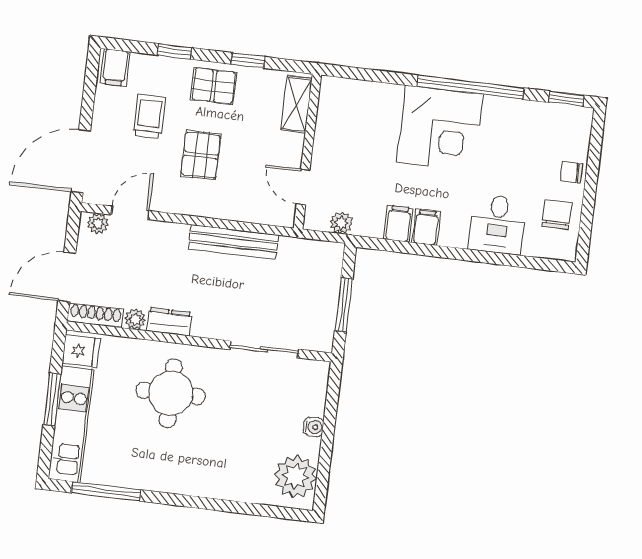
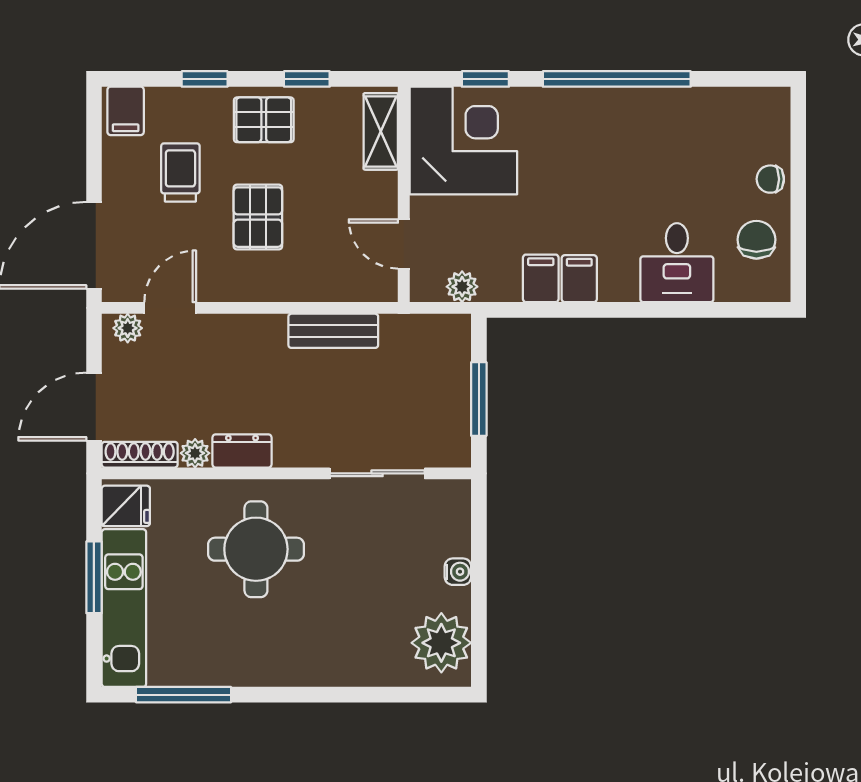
window: (566, 99) -> (485, 79), moved
corner desk: (440, 128) -> (463, 140), moved, turned -90
bench: (233, 242) -> (333, 331), width x0.73

